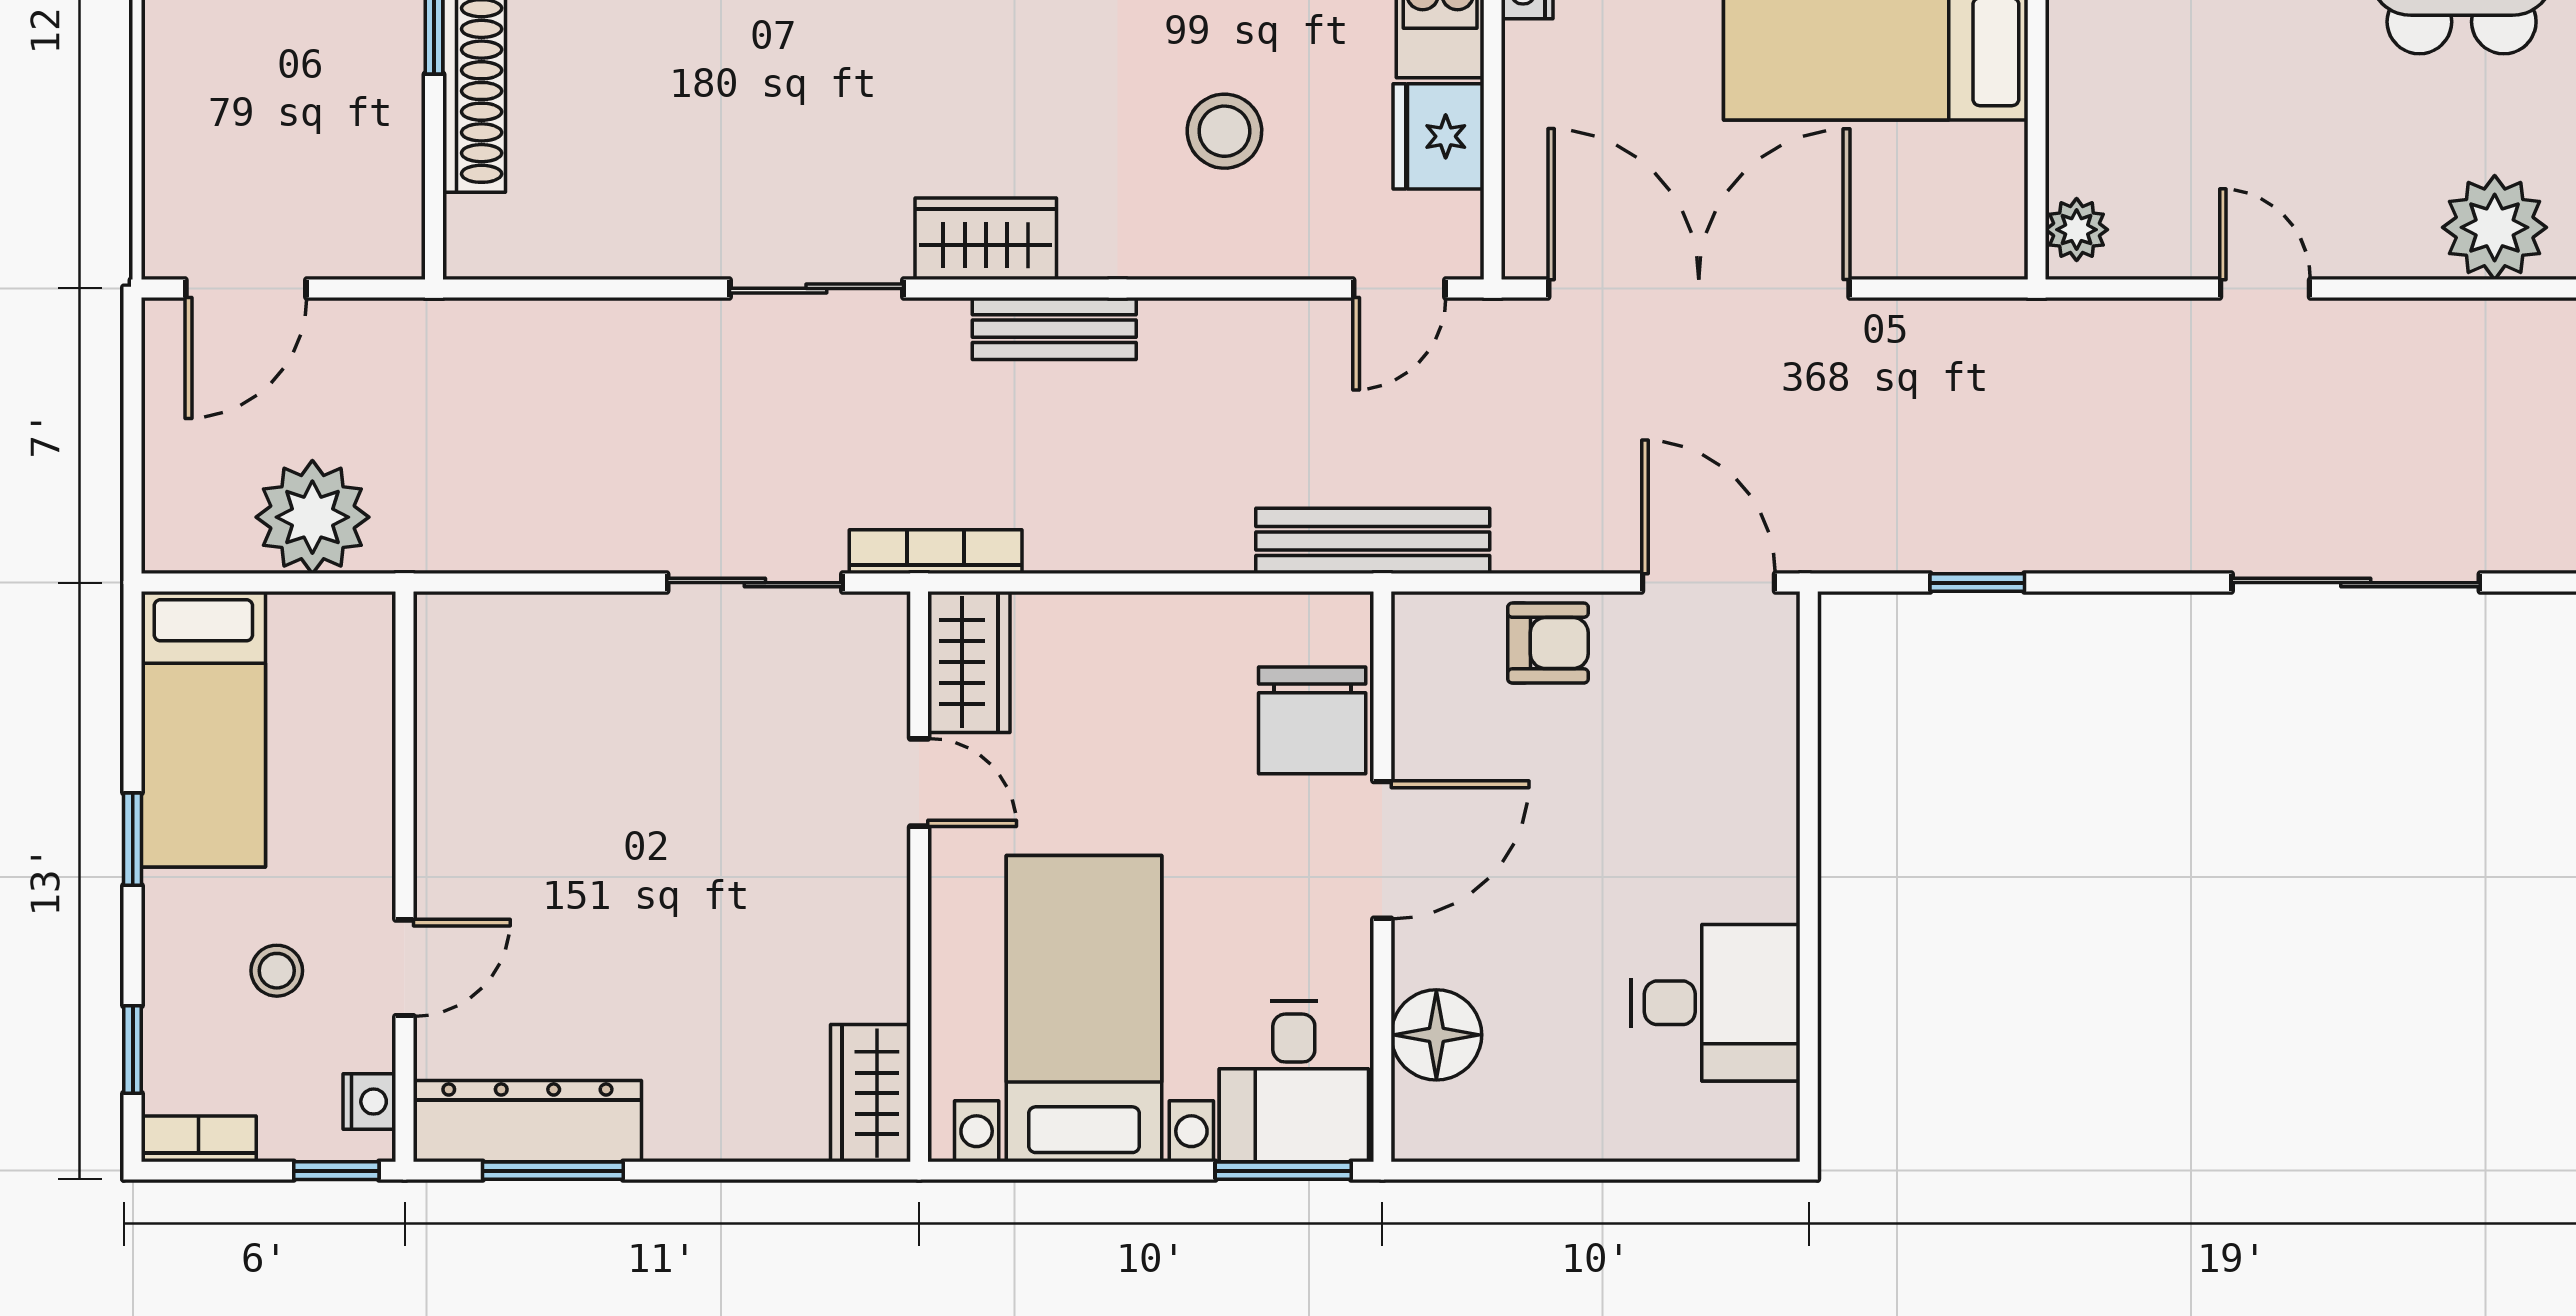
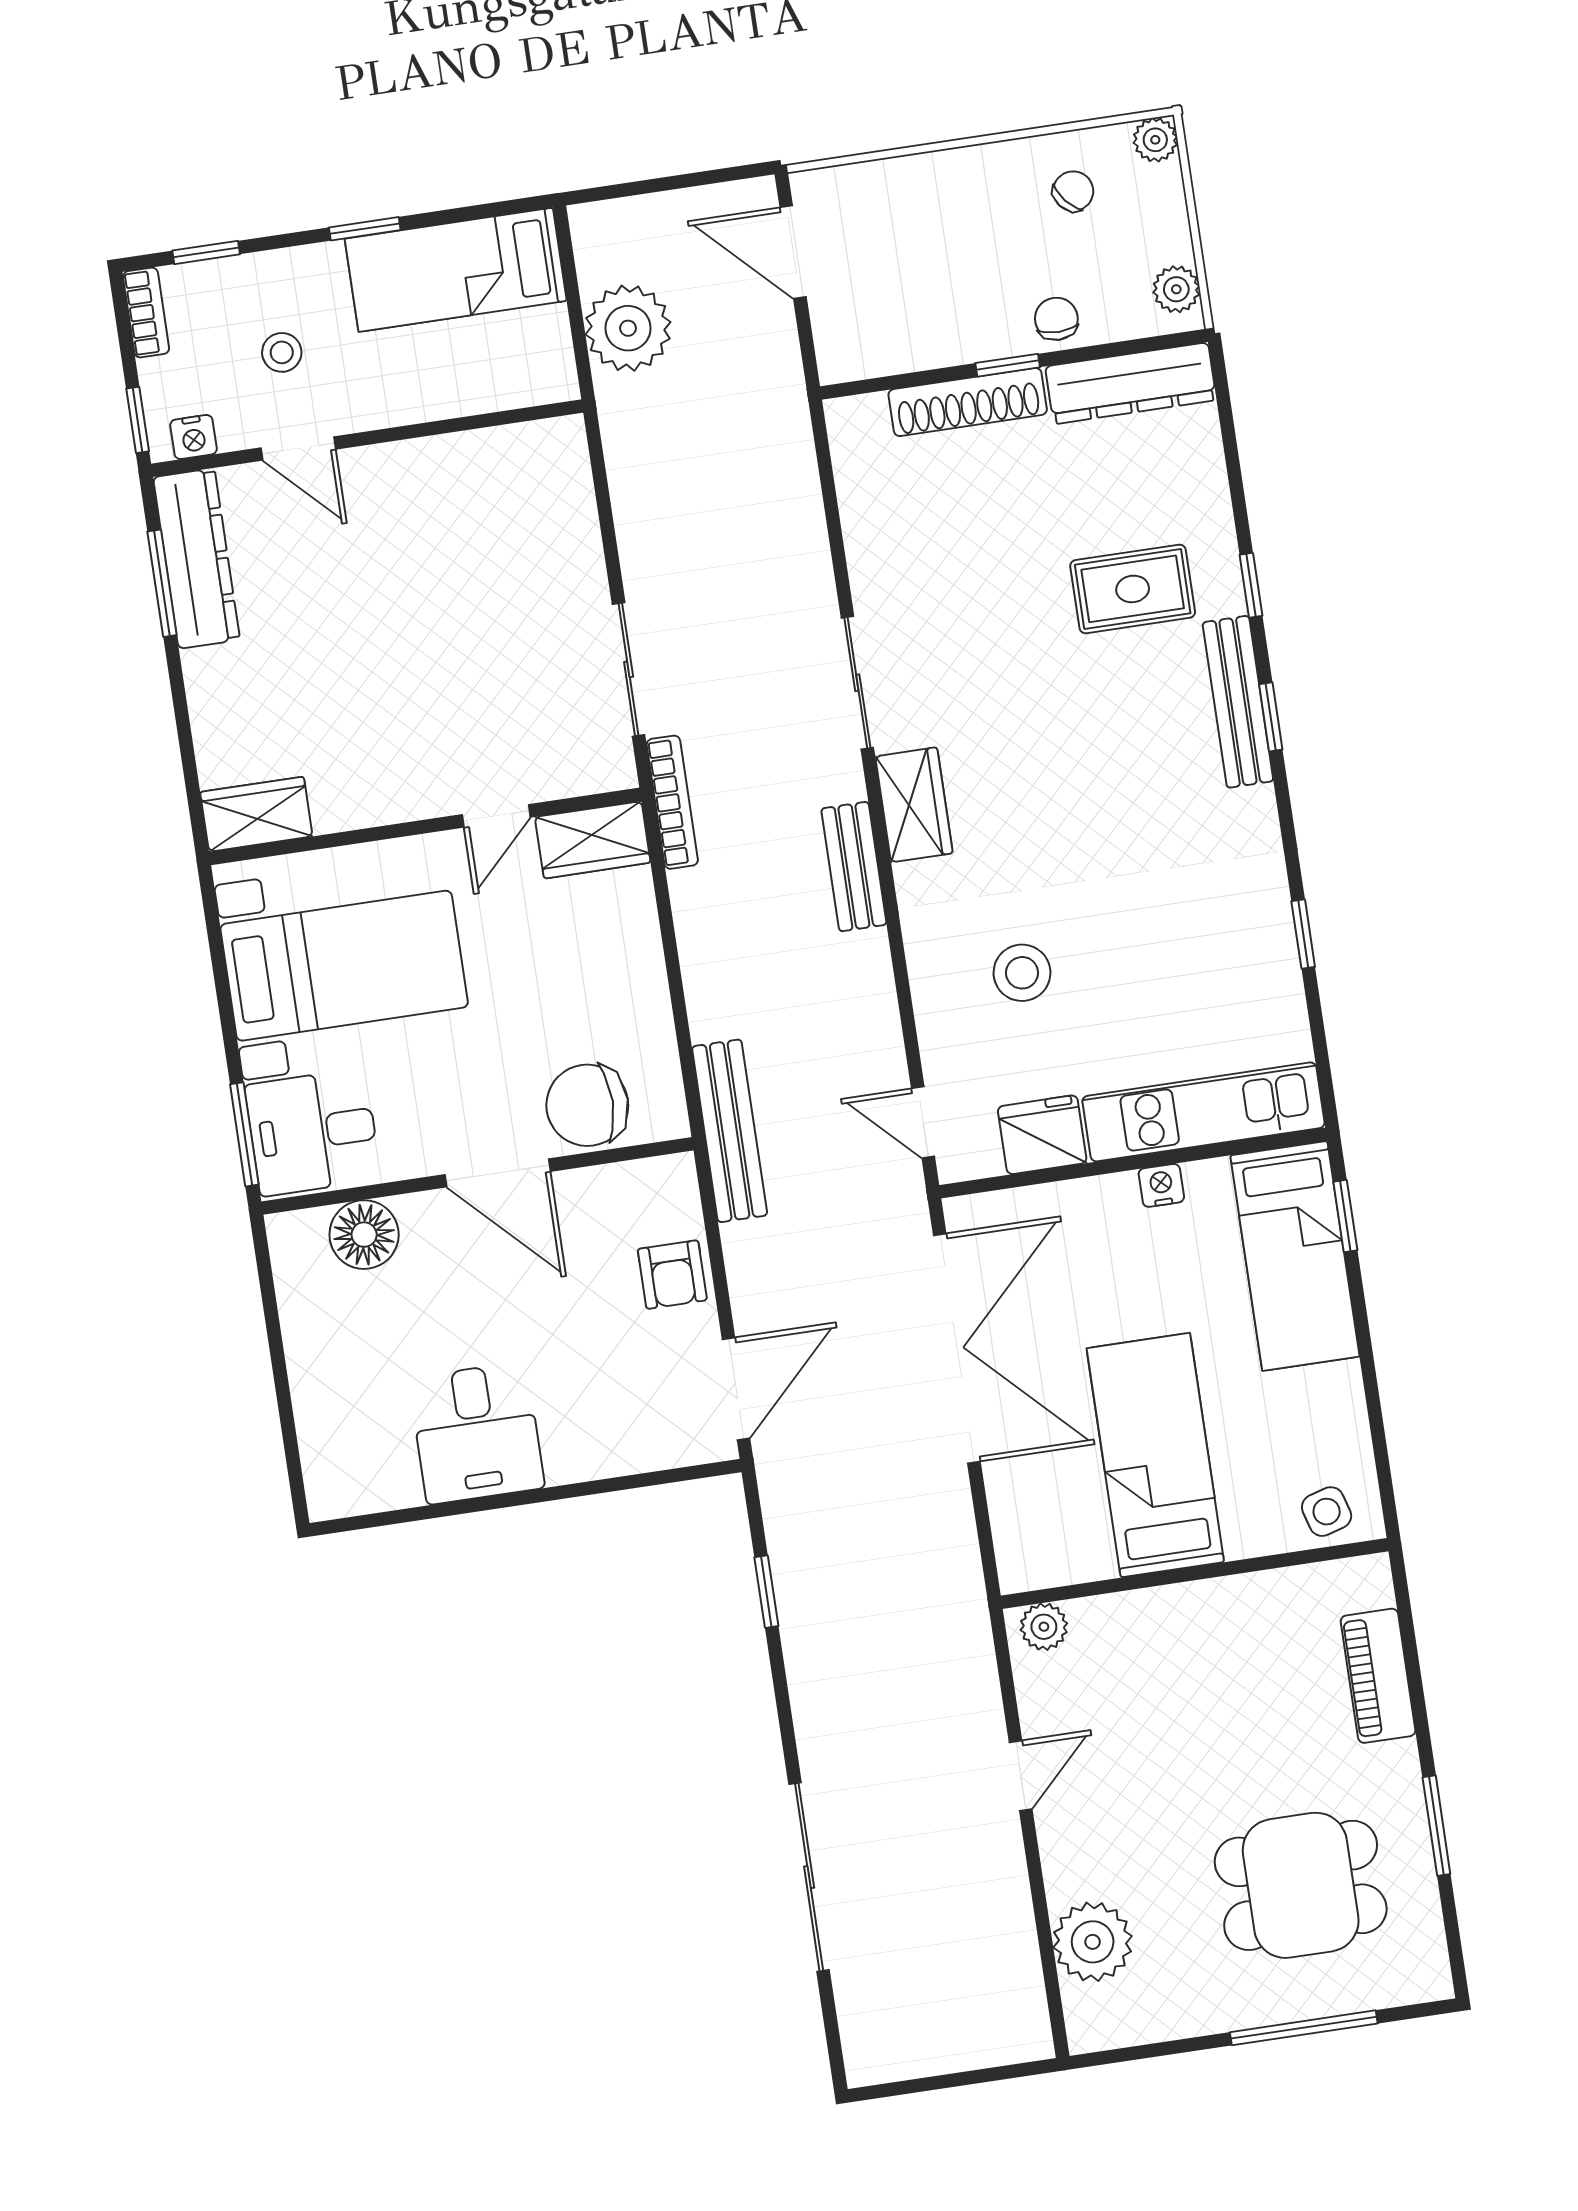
desk: (1715, 1003) -> (477, 1433), moved

